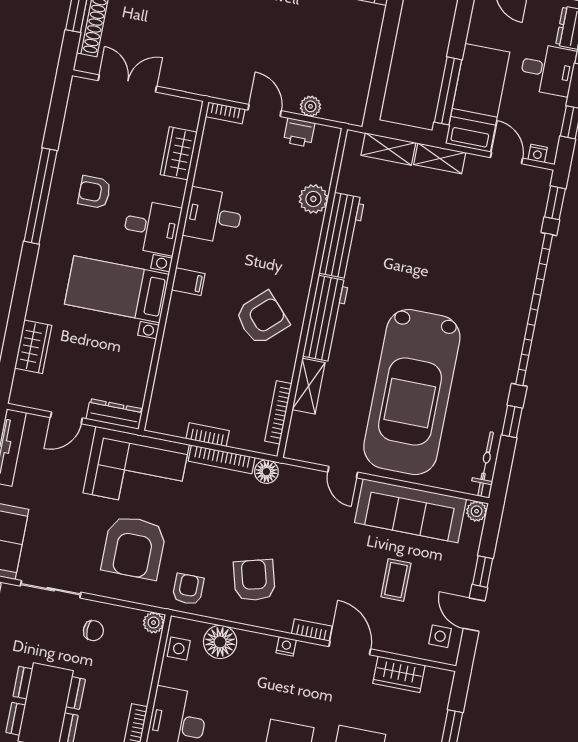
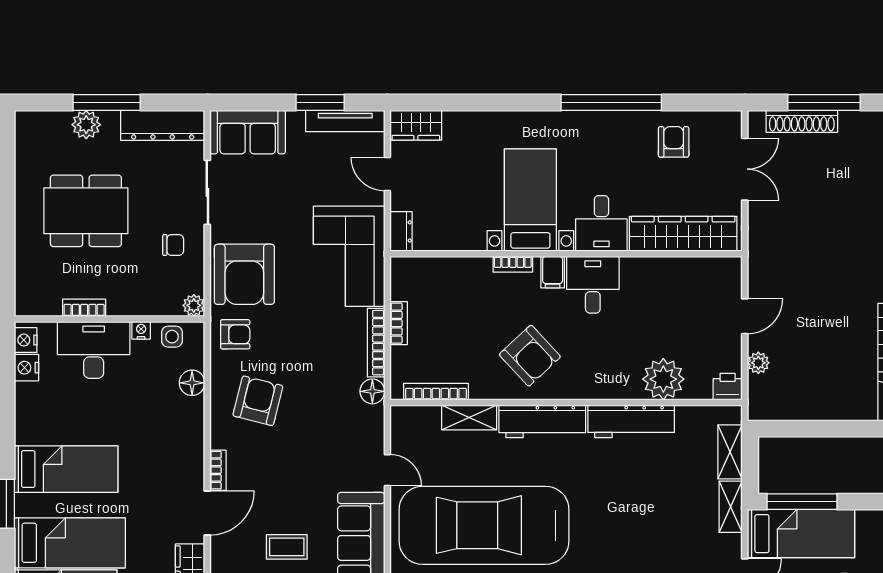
bookcase: (225, 113) -> (513, 264), moved, turned -90
printer: (299, 133) -> (728, 387), moved, turned 90
wardrobe: (179, 153) -> (683, 234), width x2.10, depth x1.17
armchair: (94, 192) -> (674, 142), moved
plant: (313, 199) -> (663, 379), width x1.36, depth x1.36
desk: (213, 216) -> (593, 285), moved
wardrobe: (33, 347) -> (416, 125), moved
dresser: (114, 414) -> (401, 231), width x0.70
door: (343, 472) -> (387, 470), swing flipped
armchair: (134, 547) -> (244, 274), moved, turned -90
armchair: (254, 580) -> (258, 401), turned -61
chair: (93, 631) -> (173, 245), turned -90
floor lamp: (220, 642) -> (192, 383), width x0.73, depth x0.73
nightstand: (286, 646) -> (141, 330), moved, turned -90

